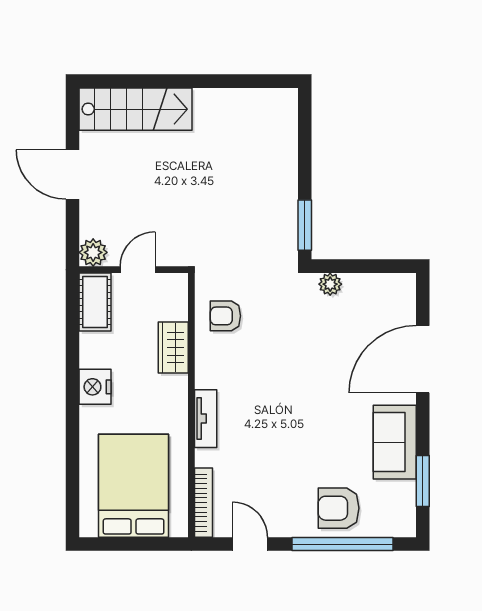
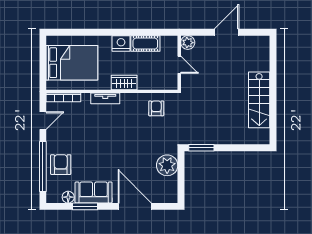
stairs: (135, 109) -> (259, 100), moved
plant: (330, 284) -> (167, 165), width x1.87, depth x1.87
cot: (95, 302) -> (145, 44), moved
wardrobe: (173, 348) -> (124, 82), moved
window: (423, 481) -> (85, 206), moved
floor lamp: (404, 493) -> (68, 197), added

